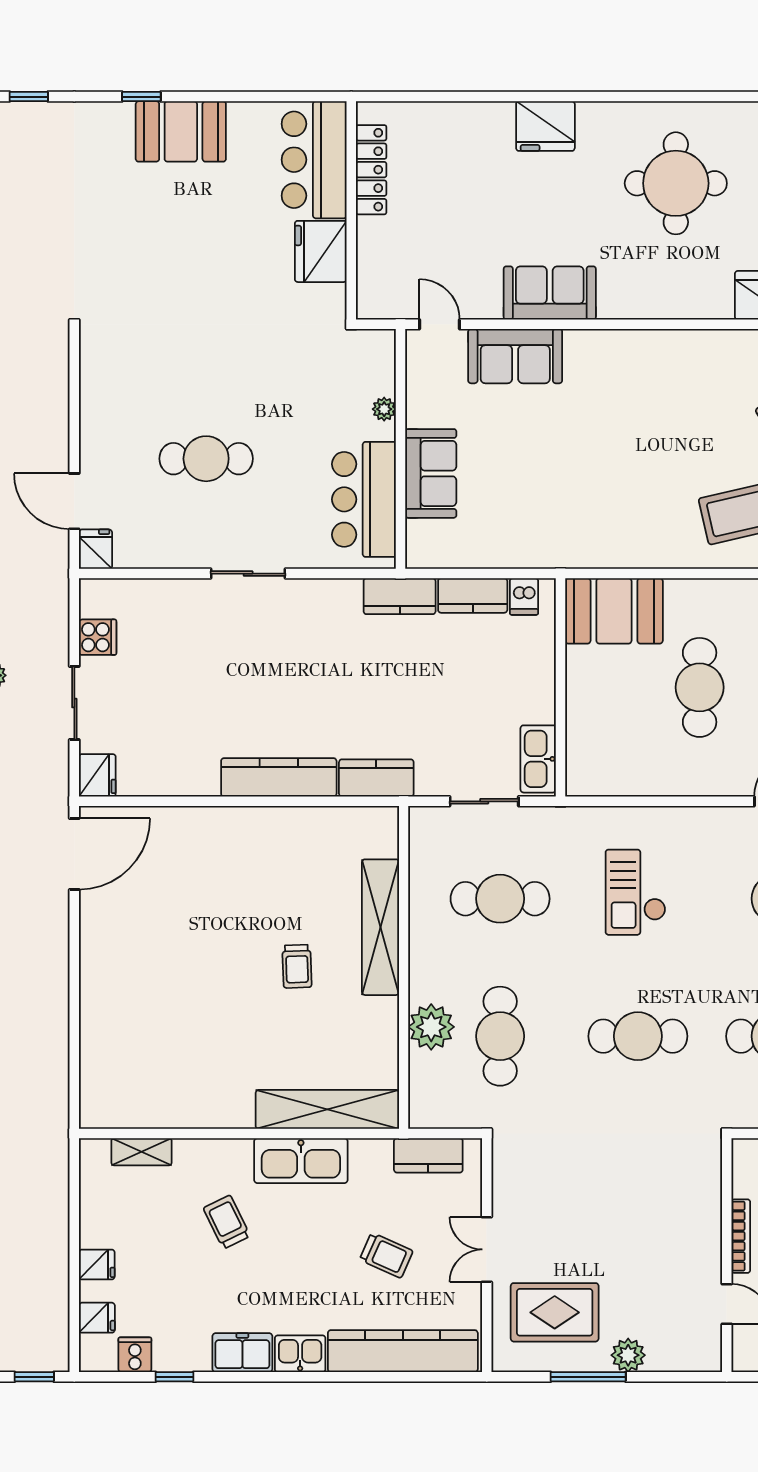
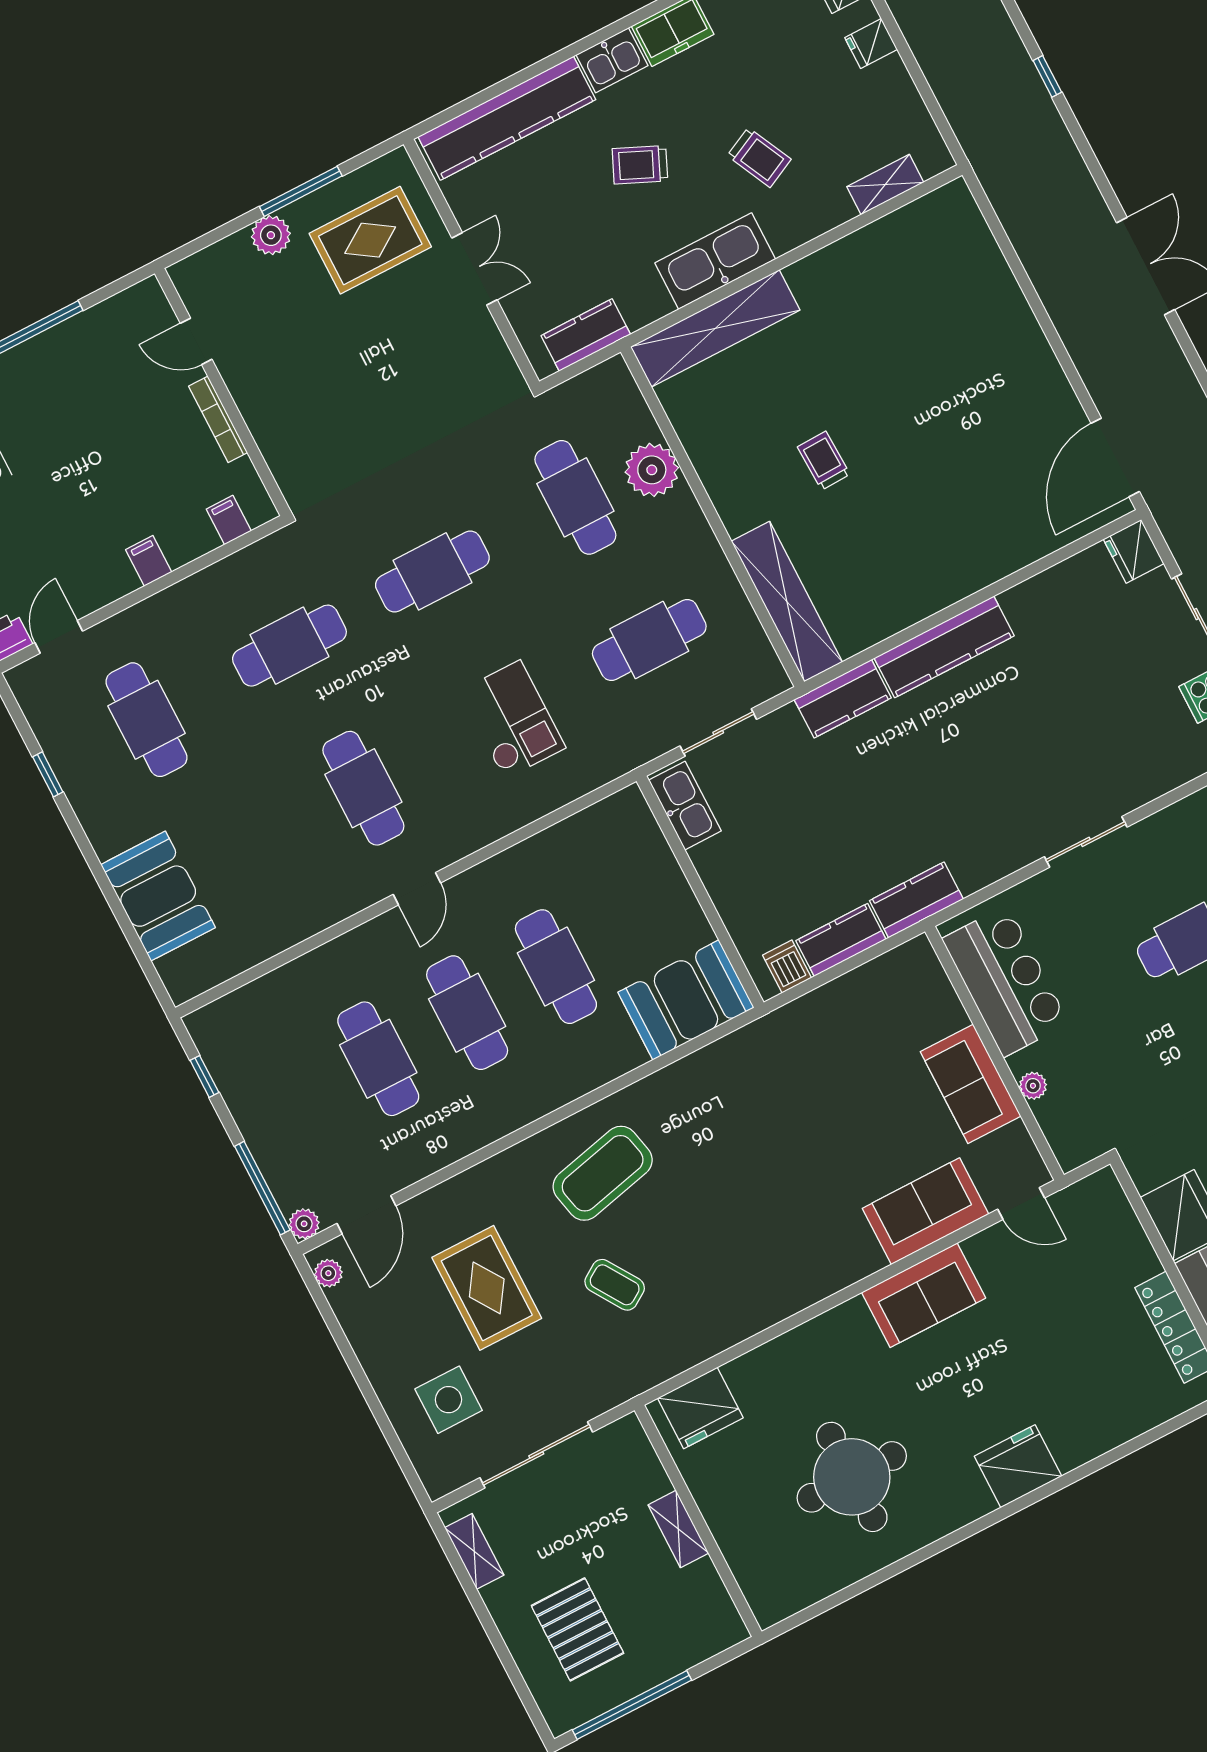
sofa: (431, 473) -> (971, 1084), moved
shelving: (381, 927) -> (787, 602), moved
trolley: (386, 1255) -> (640, 165), moved

